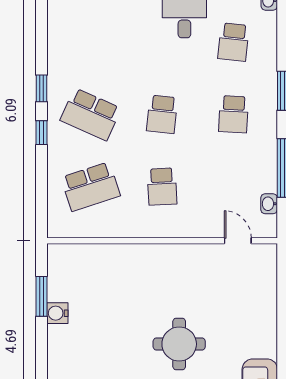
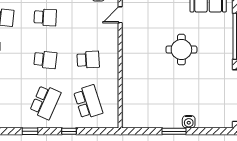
window: (41, 133) -> (69, 131), moved
window: (41, 296) -> (174, 131), moved
water cooler: (57, 313) -> (189, 122), moved

